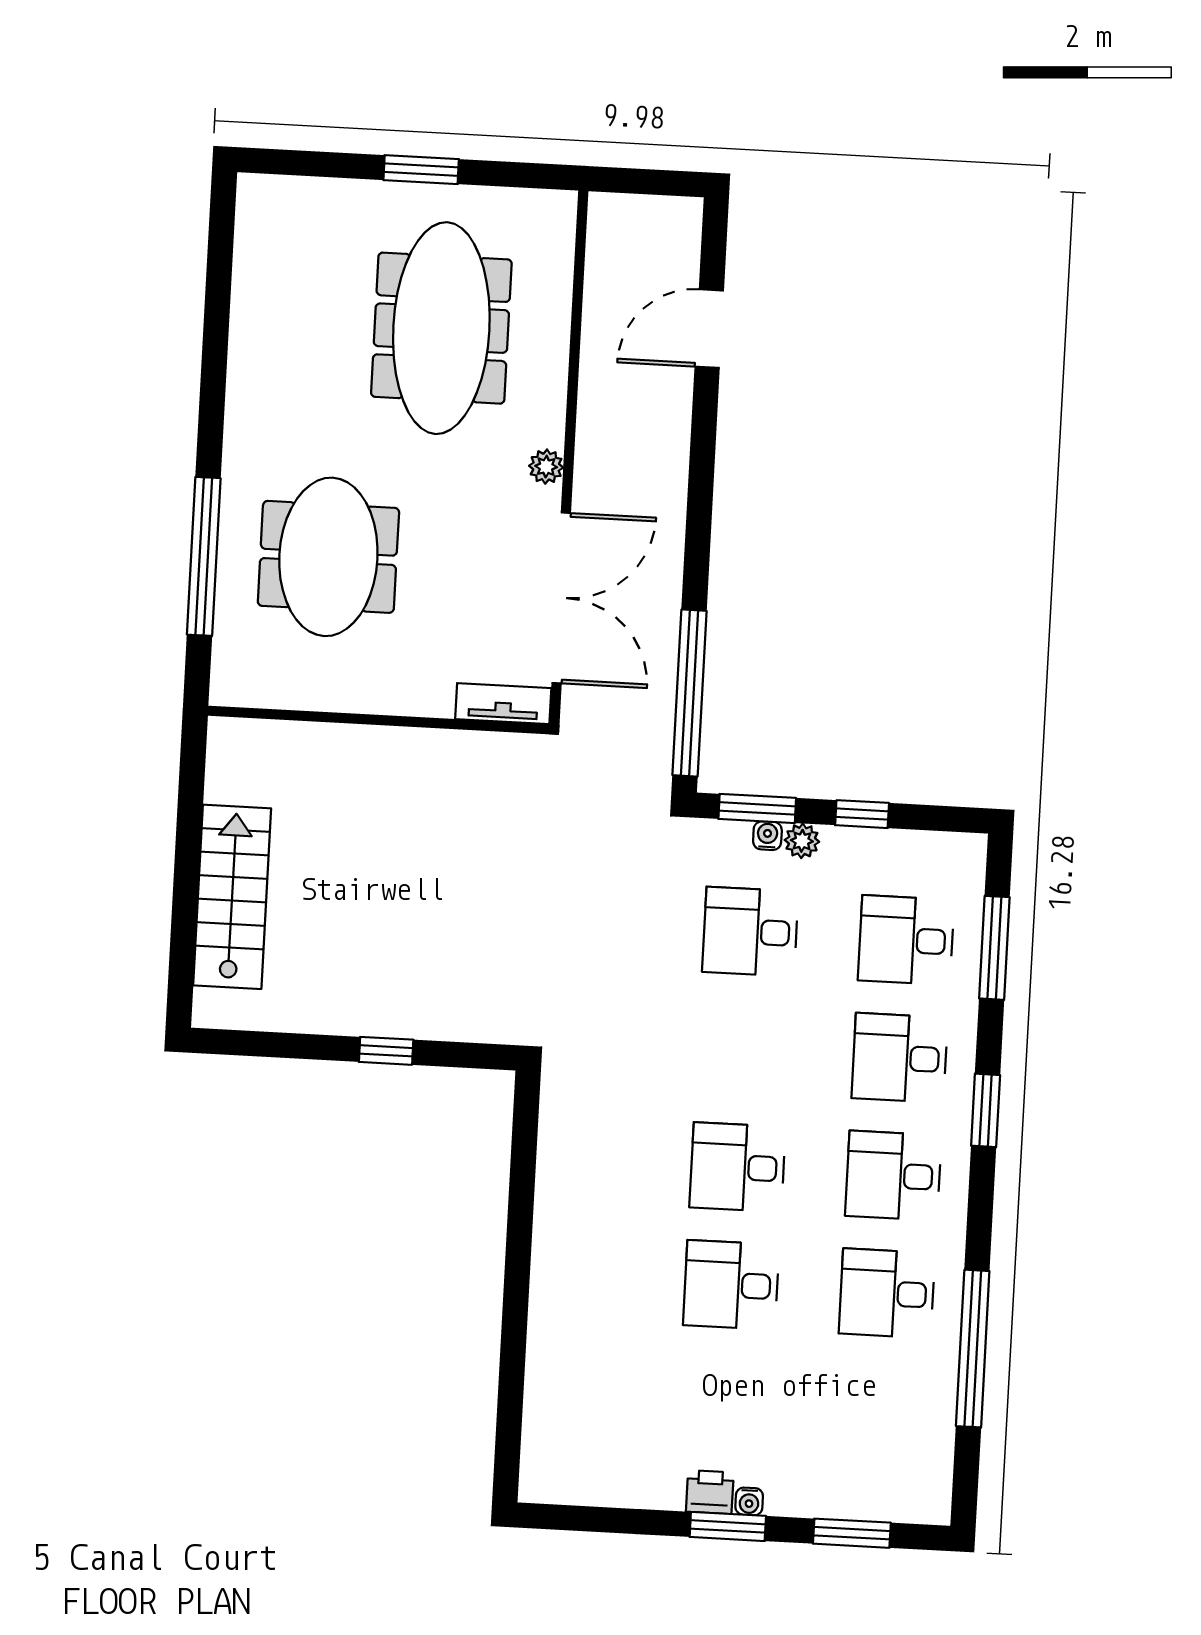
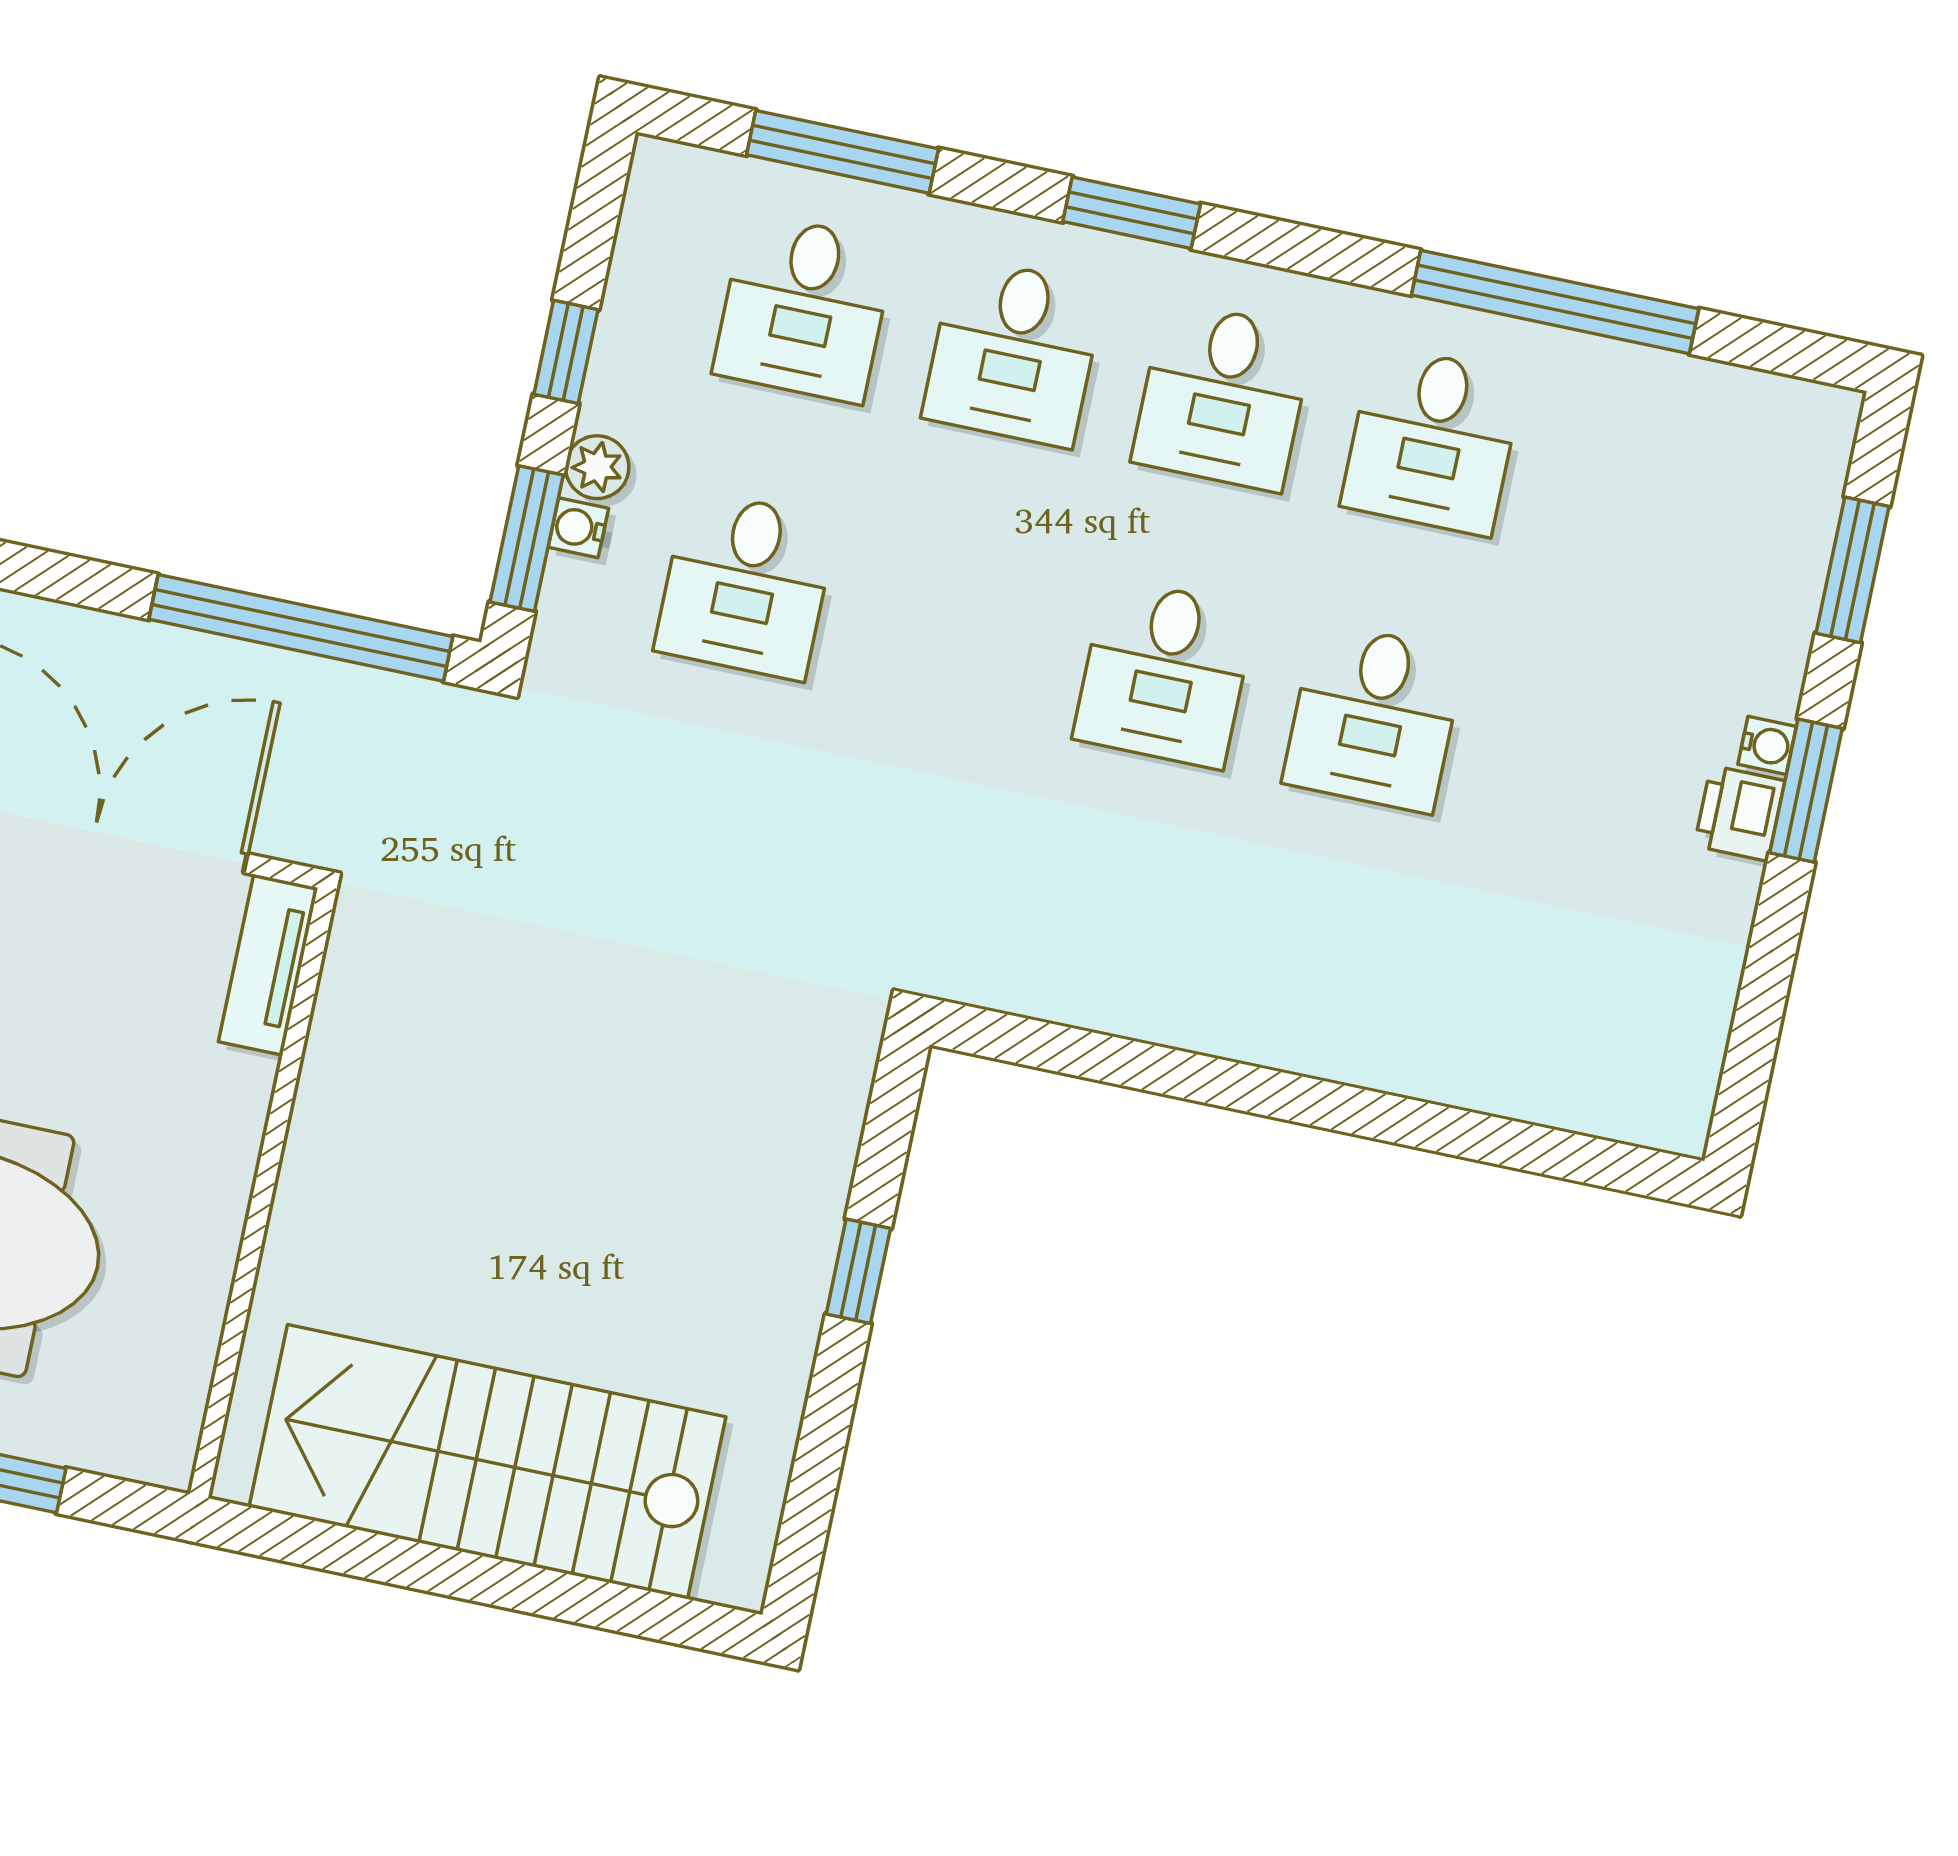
stairs: (232, 897) -> (487, 1462), width x1.36, depth x1.51

